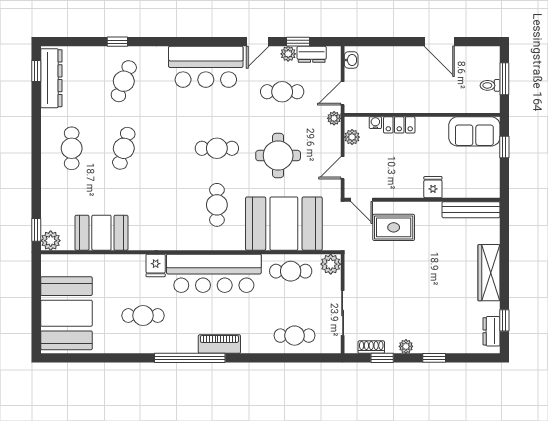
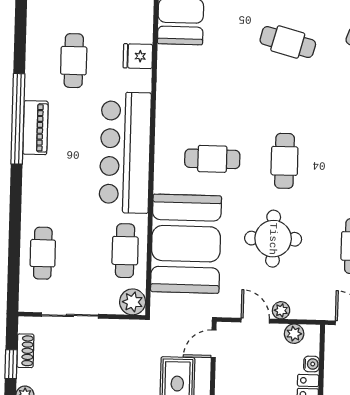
plant: (334, 118) -> (281, 310), moved
fridge: (156, 265) -> (138, 56), moved
piano: (219, 344) -> (35, 128), moved

